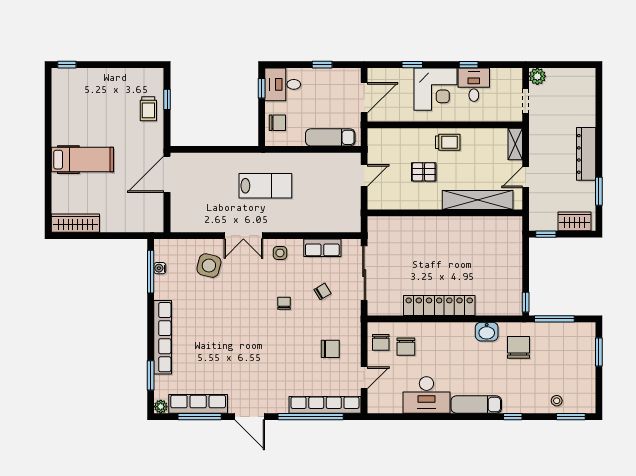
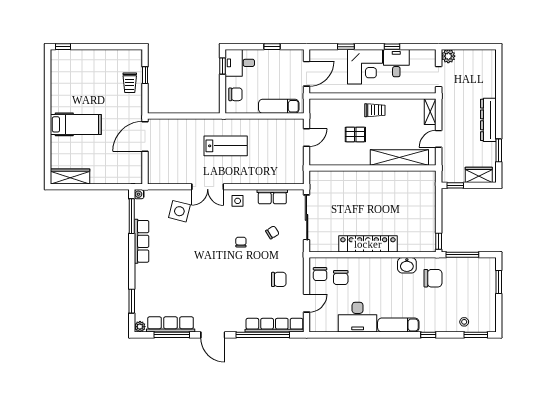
water cooler: (160, 268) -> (139, 194), moved
row of seats: (163, 337) -> (142, 241), moved, width x0.73
chair: (519, 347) -> (433, 278), turned 90

